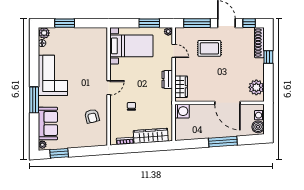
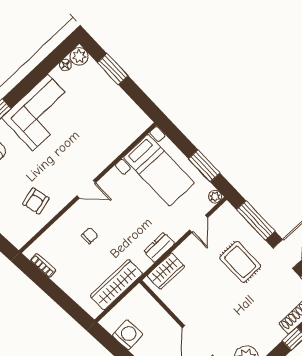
washing machine: (182, 111) -> (128, 335), moved, turned -94
wardrobe: (151, 136) -> (116, 285), moved, turned -86

